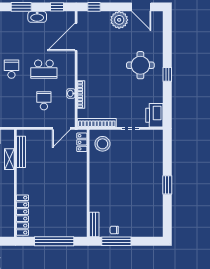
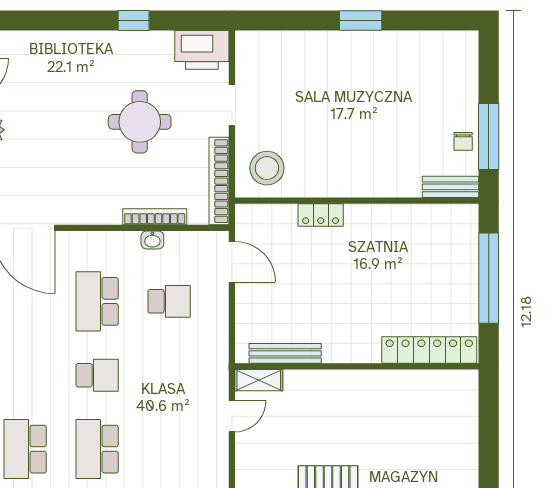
round table: (140, 65) -> (140, 122), moved
school desk: (11, 69) -> (97, 375), turned 180
school desk: (44, 69) -> (97, 301), turned 180
window: (167, 74) -> (134, 21), moved
school desk: (44, 101) -> (169, 301), turned 180
locker: (82, 142) -> (321, 215), moved
shelving: (9, 159) -> (259, 380), moved

